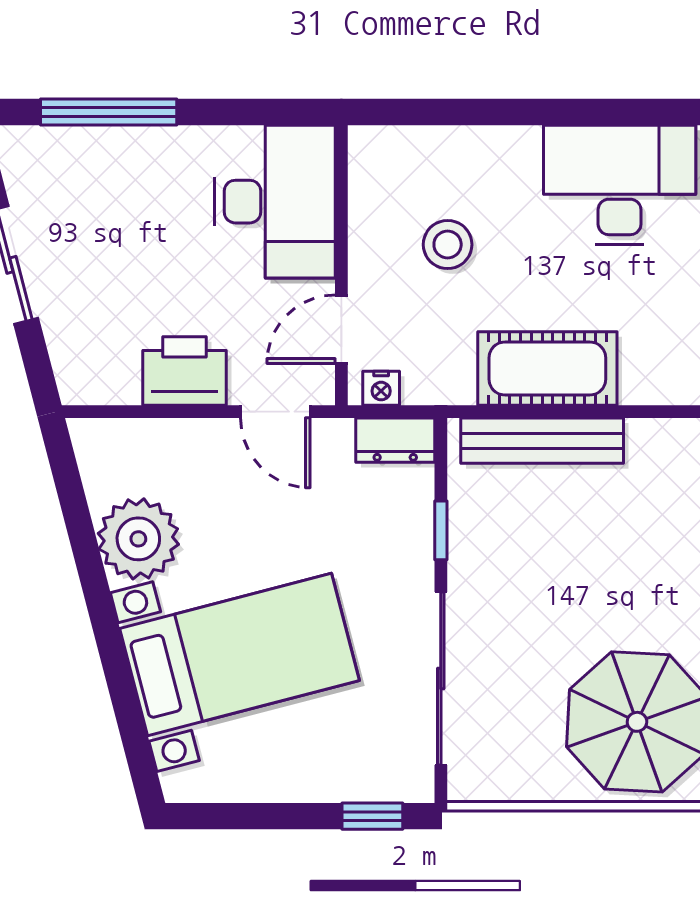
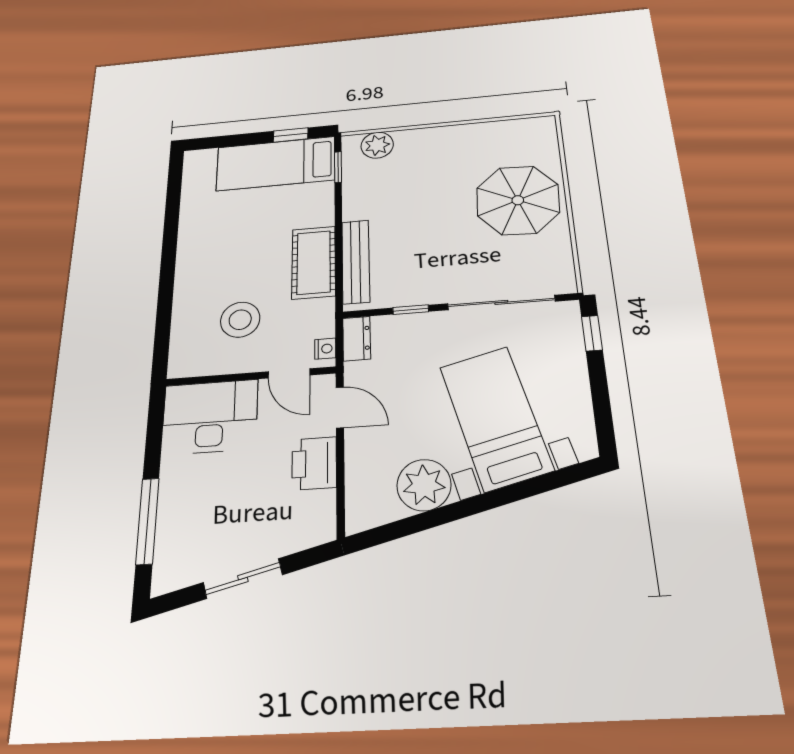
desk: (620, 185) -> (210, 236), removed
stool: (448, 245) -> (240, 320), width x1.38, depth x1.38
door: (275, 412) -> (340, 407), hinge flipped

